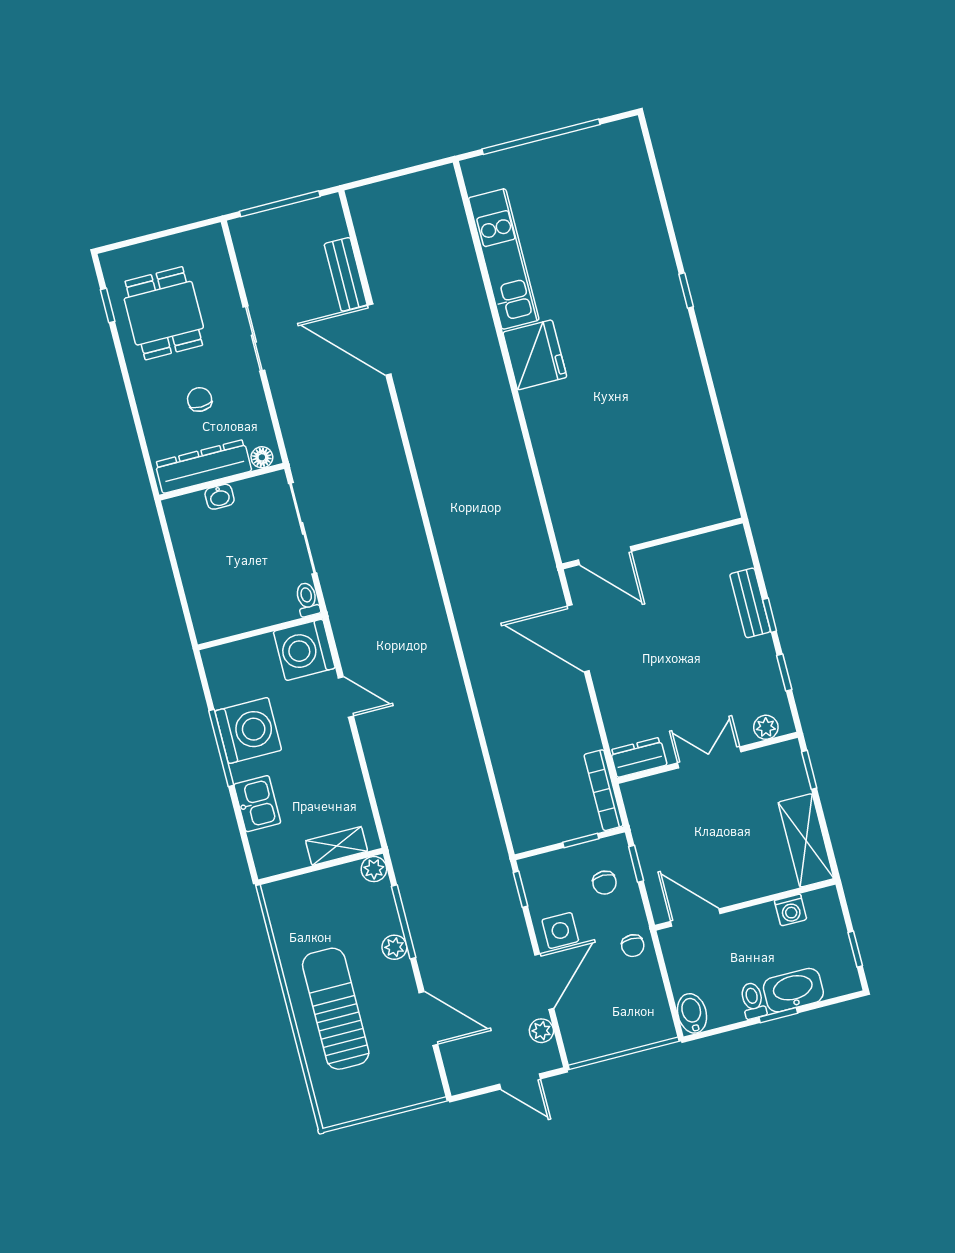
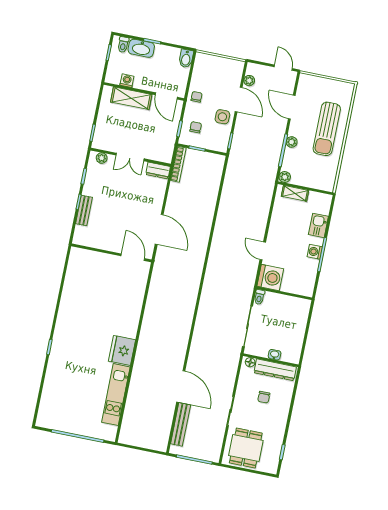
bench: (346, 274) -> (181, 424), width x1.36
dining table: (164, 313) -> (246, 448), moved
washing machine: (248, 730) -> (315, 252), width x0.53, depth x0.53
shelving: (806, 840) -> (131, 98), moved, turned 90
door: (544, 982) -> (239, 100), swing flipped
toilet: (753, 1001) -> (123, 45), moved
door: (520, 1081) -> (283, 68), moved

